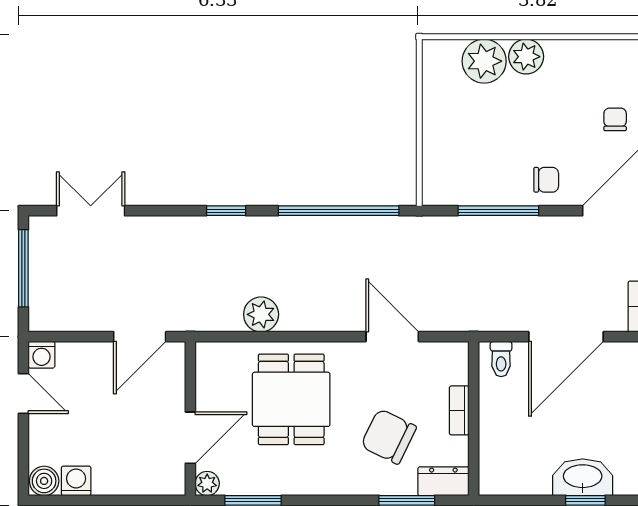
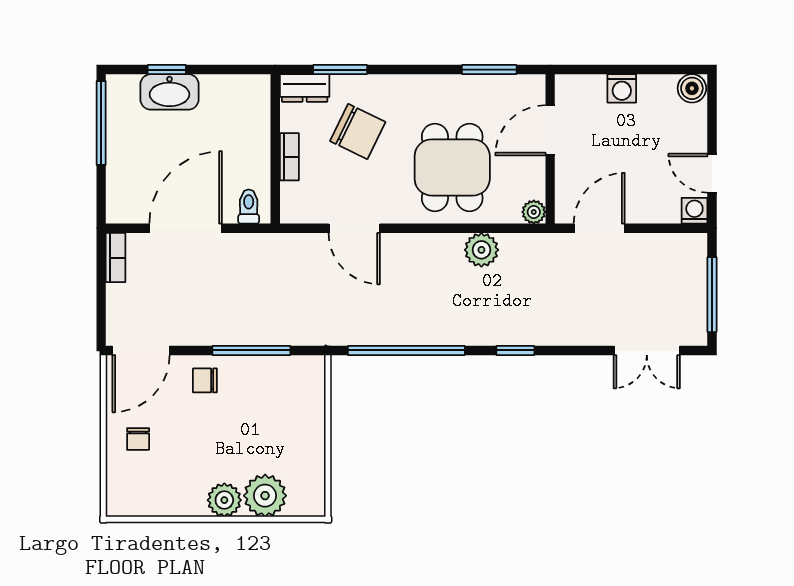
washing machine: (76, 481) -> (622, 88), moved
plant: (207, 483) -> (534, 212), moved

